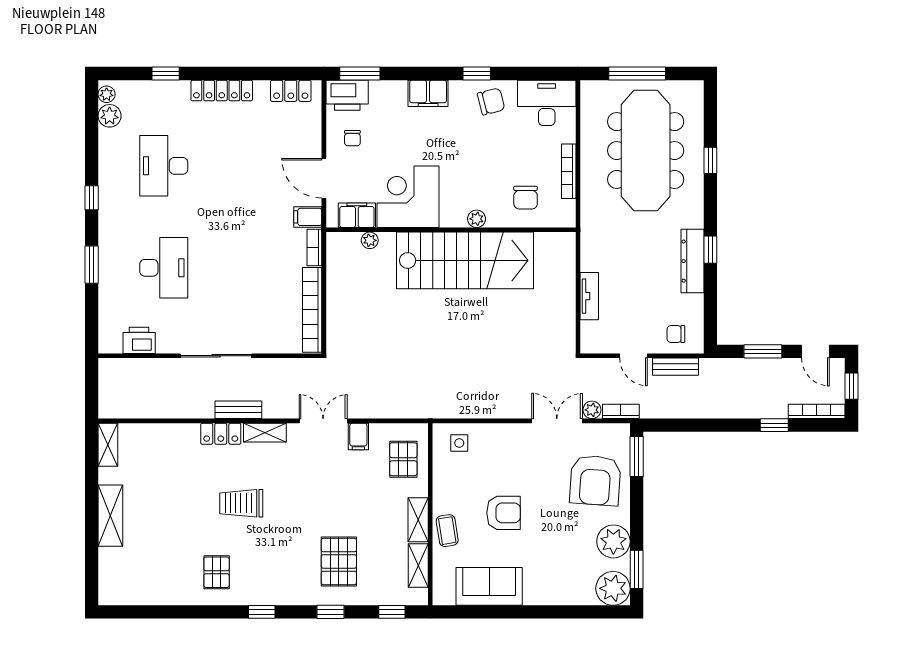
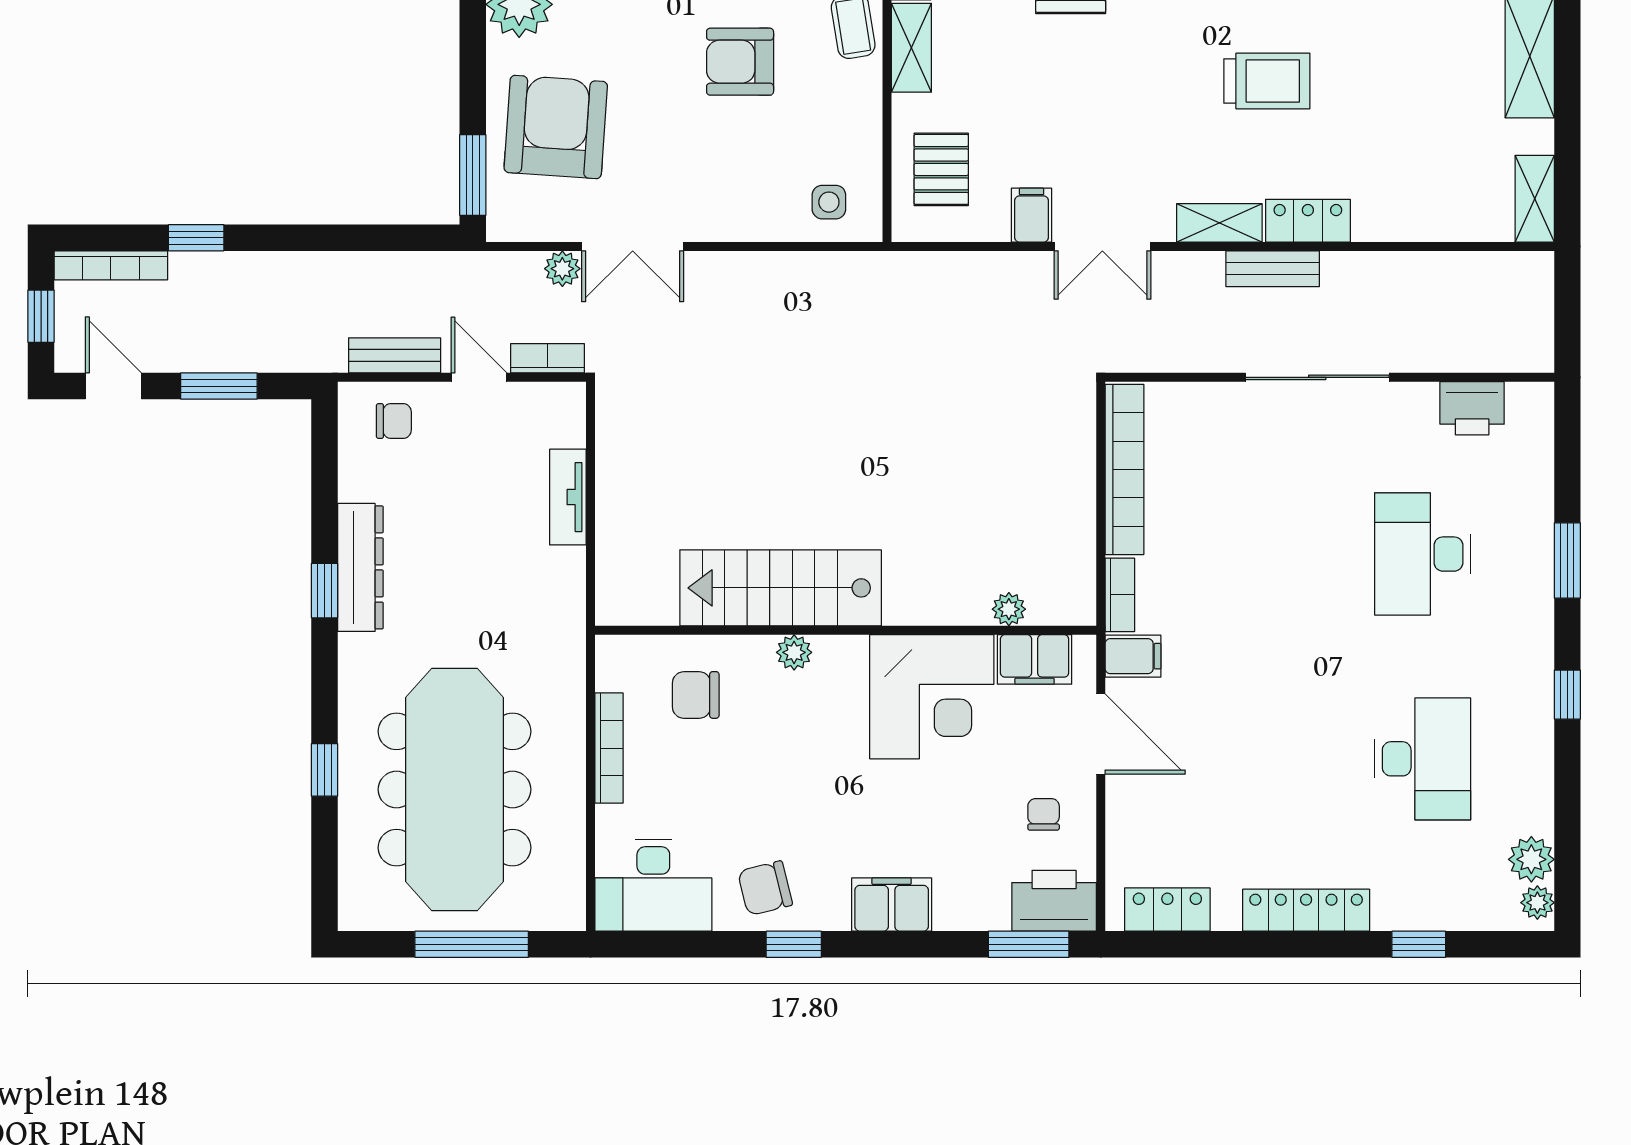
chair: (526, 198) -> (696, 695), turned -90
stairs: (465, 260) -> (781, 588), width x0.73, depth x0.66
bookcase: (621, 411) -> (547, 358), moved, turned 180

